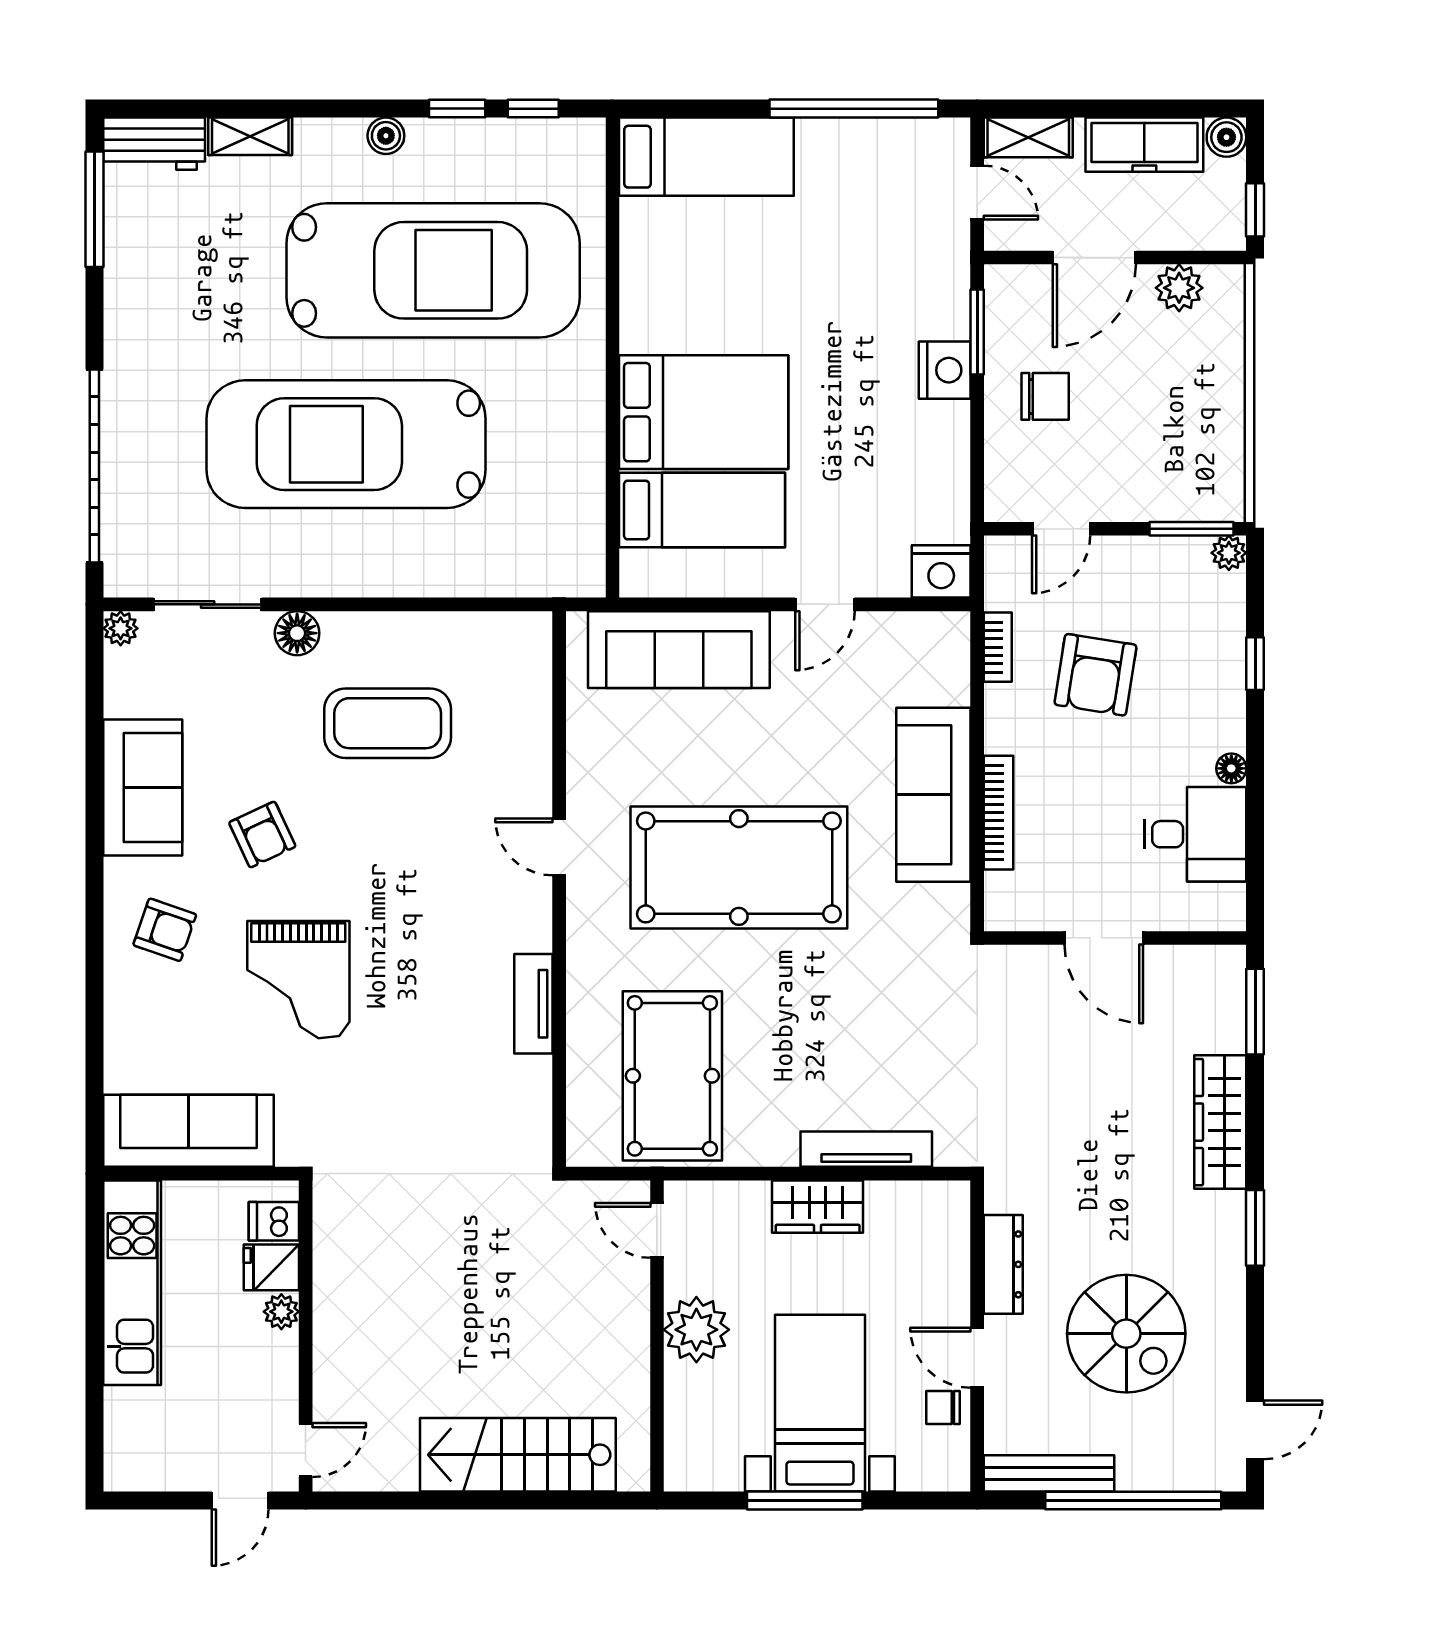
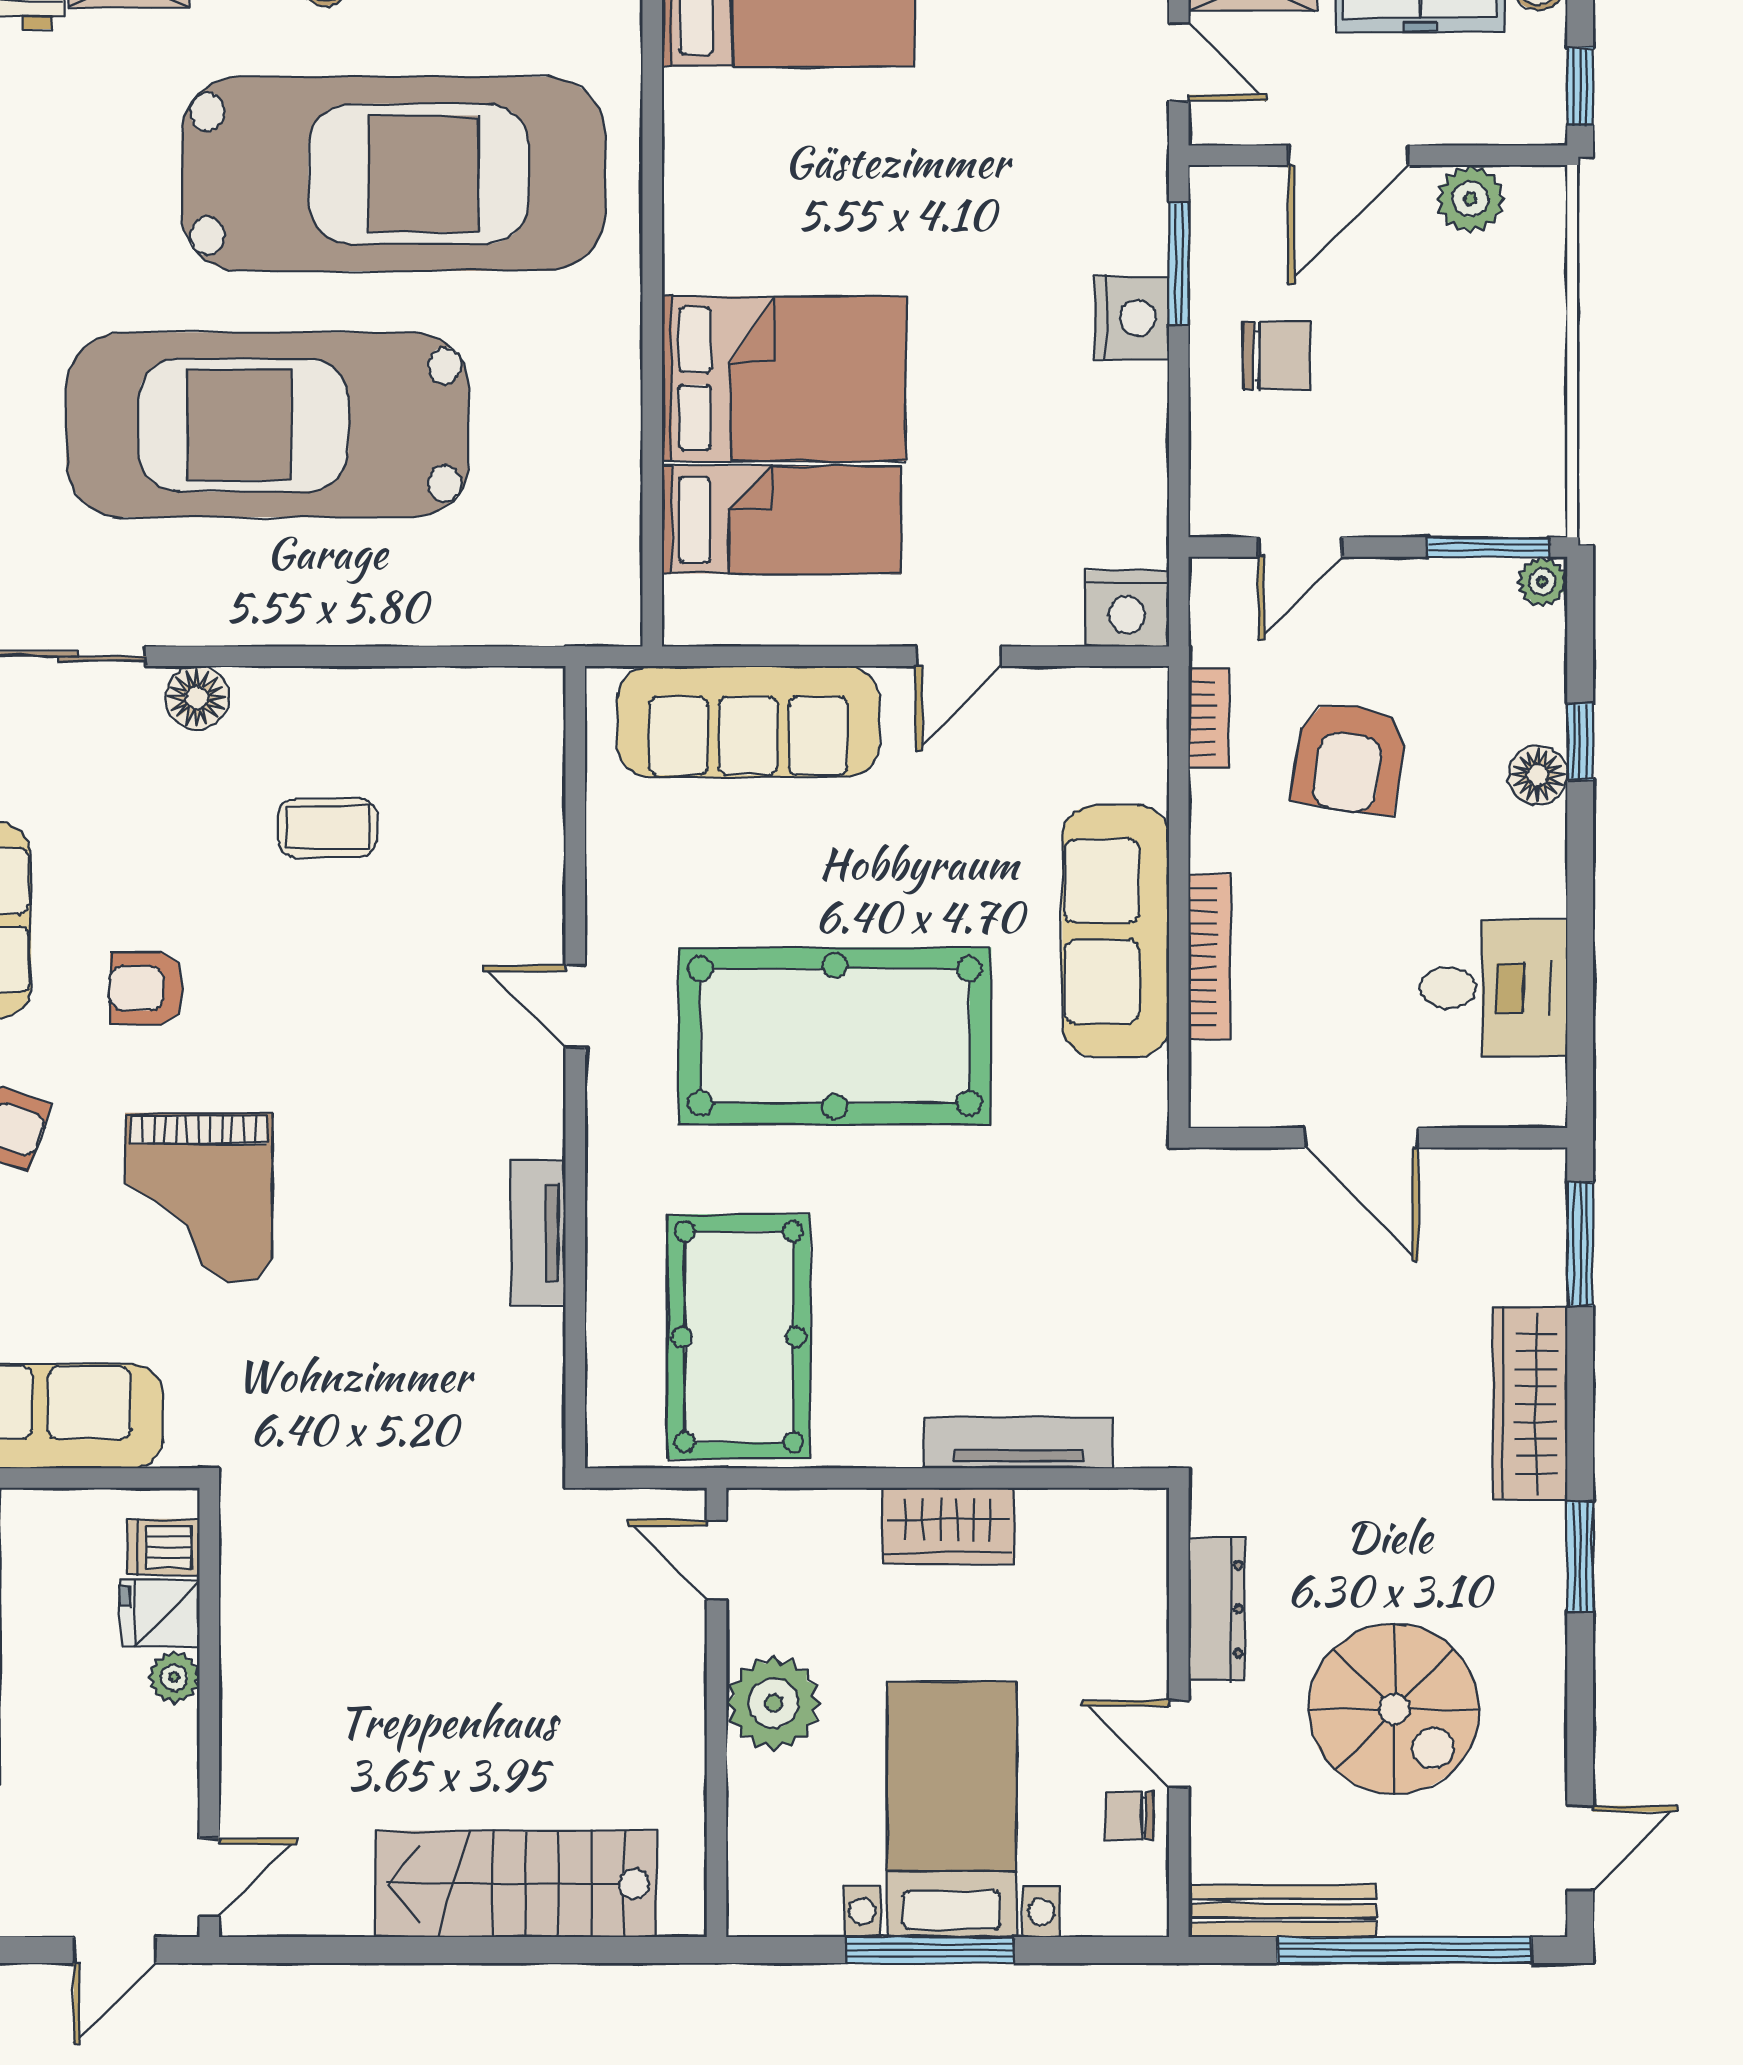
coffee table: (388, 723) -> (328, 828), width x0.54, depth x0.58
floor lamp: (1231, 768) -> (1538, 775), moved, width x1.37, depth x1.37
armchair: (262, 834) -> (147, 988), turned 115

